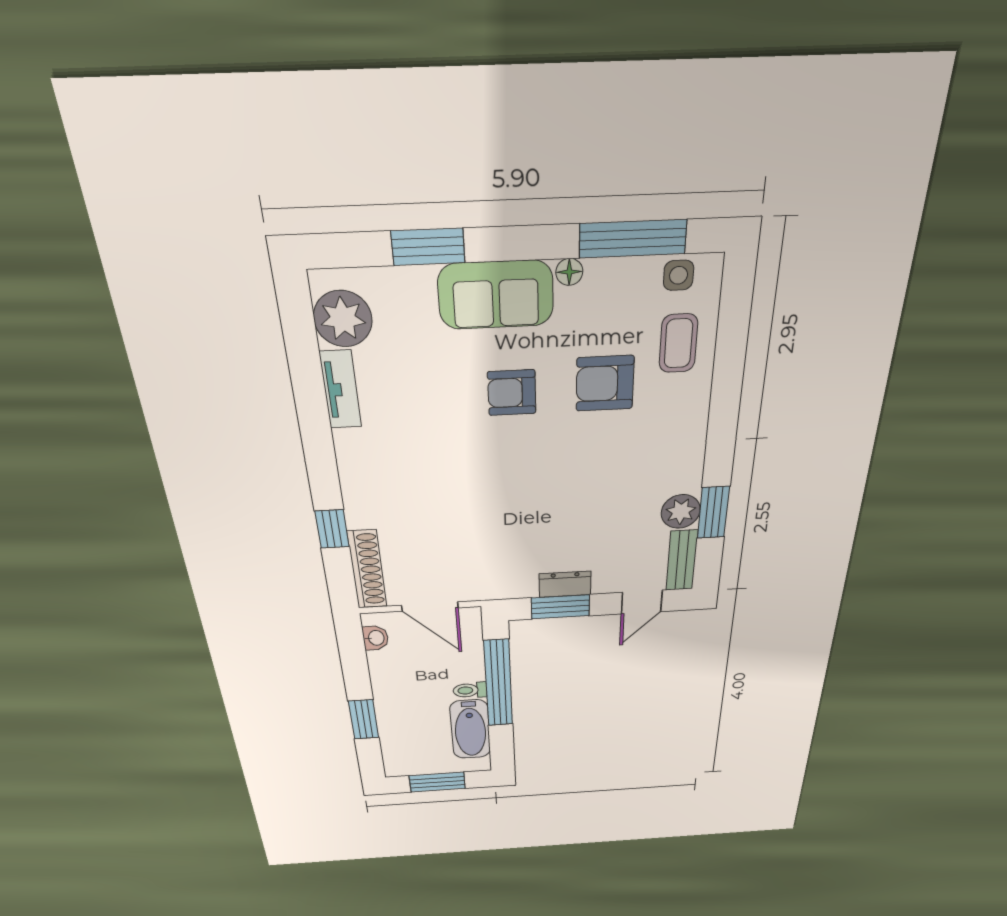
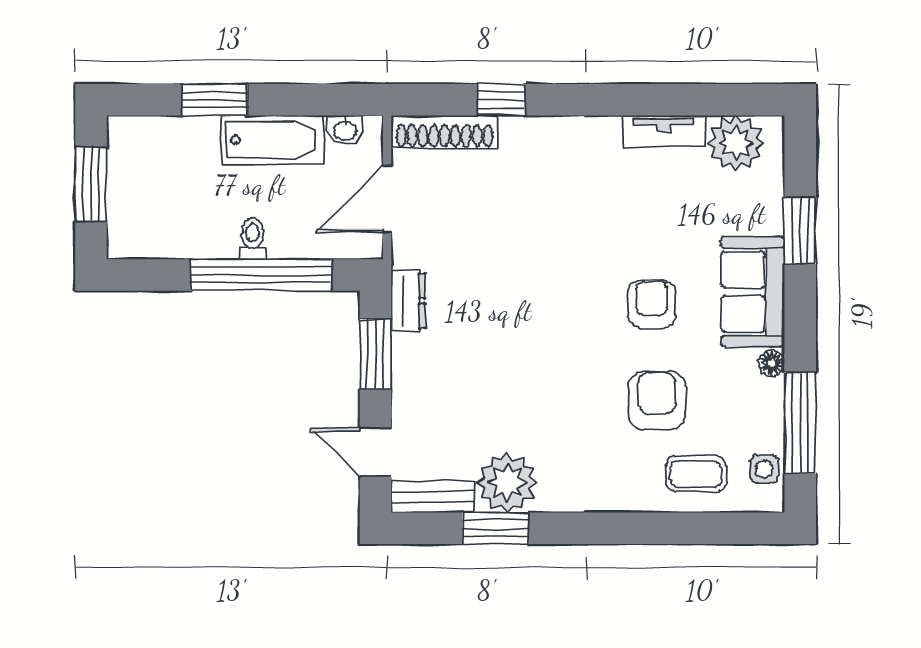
plant: (681, 511) -> (507, 483), width x1.36, depth x1.36
dresser: (565, 584) -> (408, 301), moved
bathtub: (470, 729) -> (272, 140), moved, turned 180

